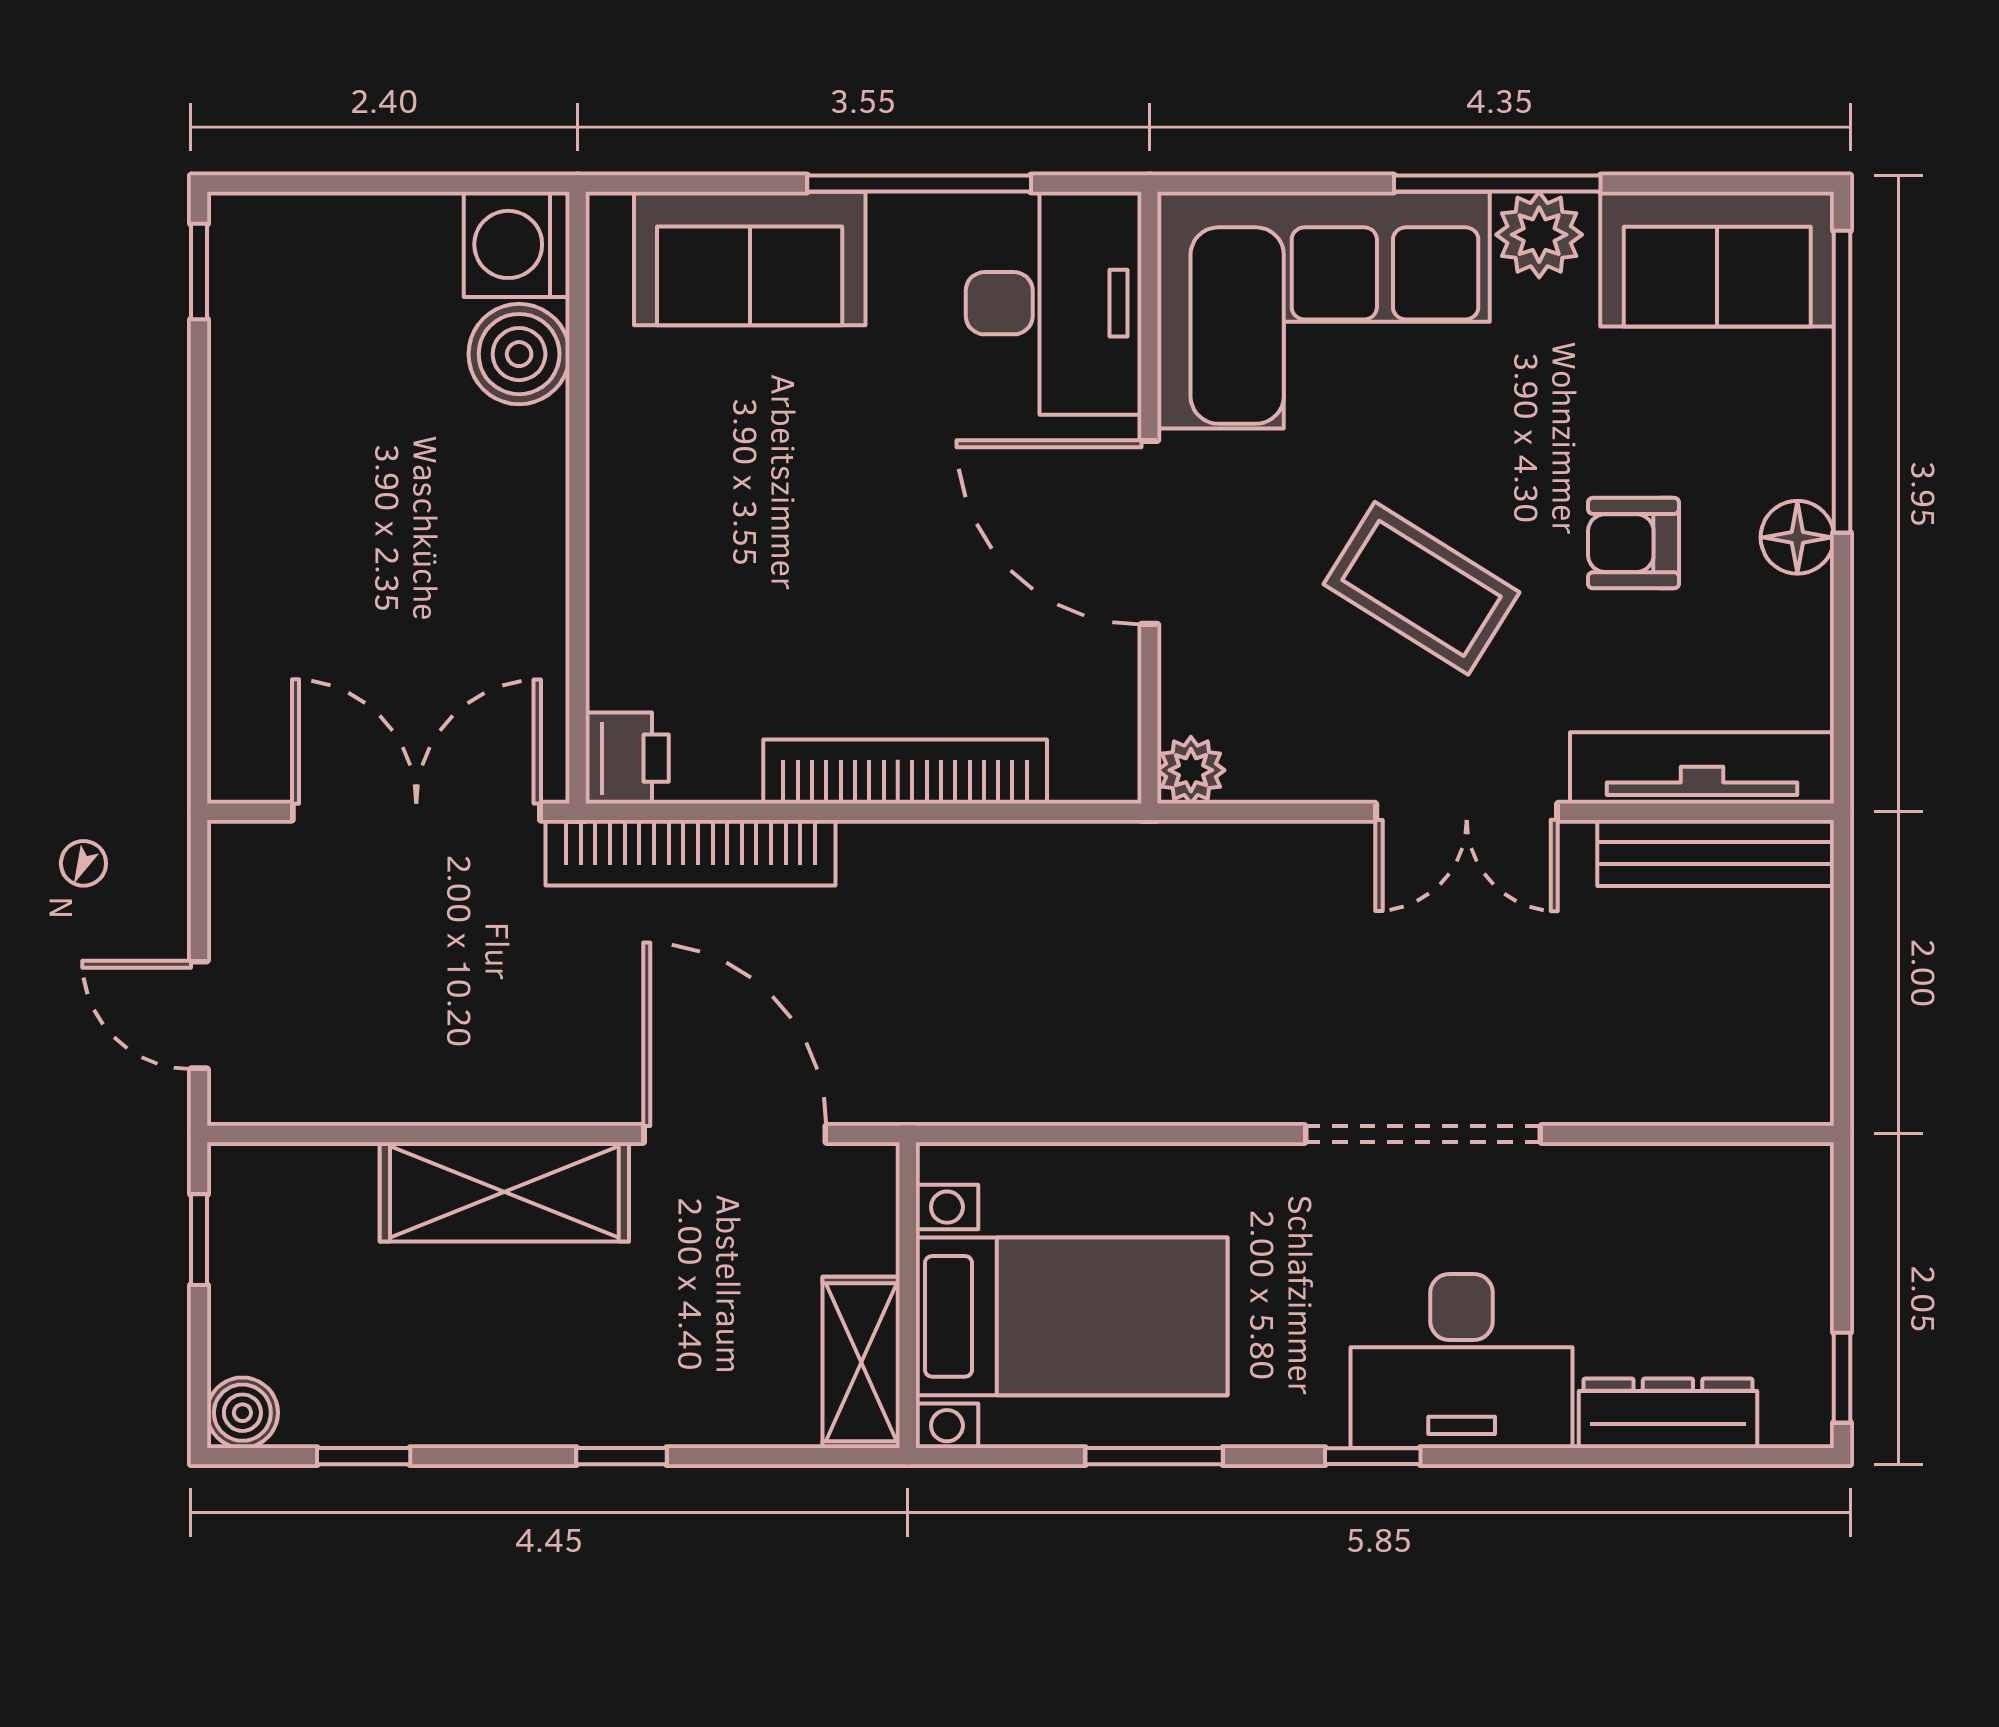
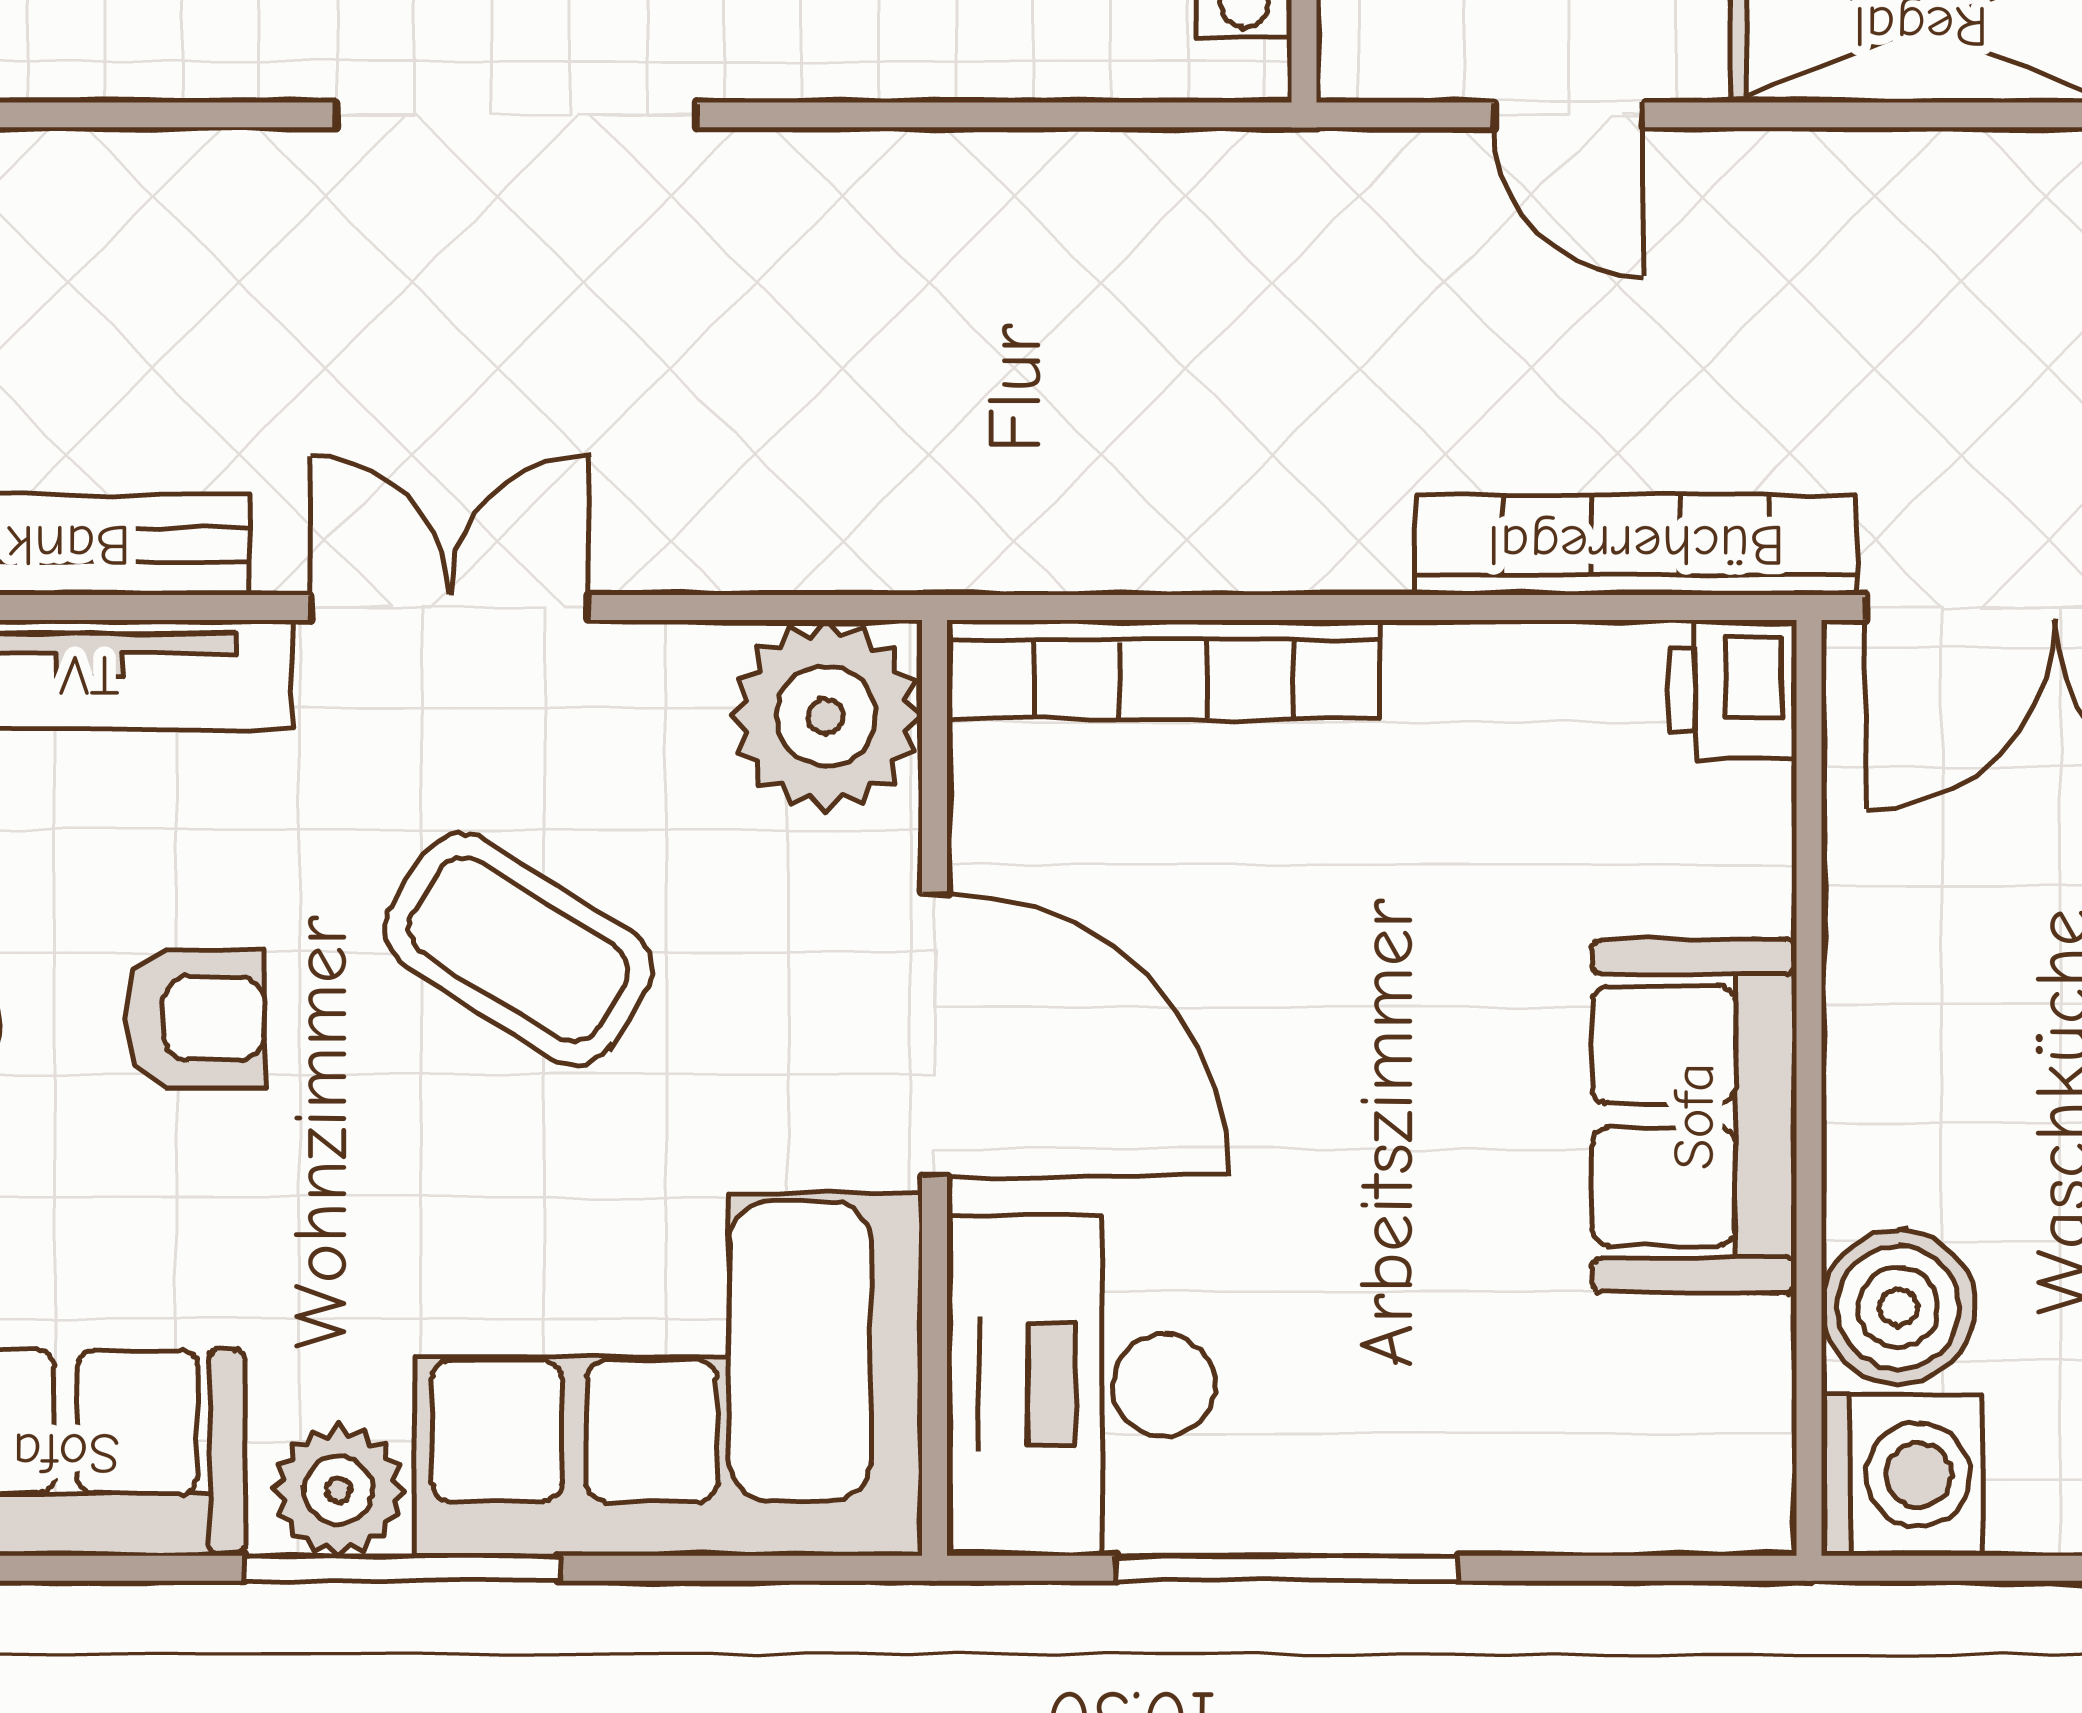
sofa: (750, 258) -> (1694, 1116), moved, turned -90
plant: (1191, 770) -> (826, 716), width x1.87, depth x1.87
bookcase: (905, 772) -> (1163, 669), moved
door: (735, 1134) -> (1569, 115), width x0.53

